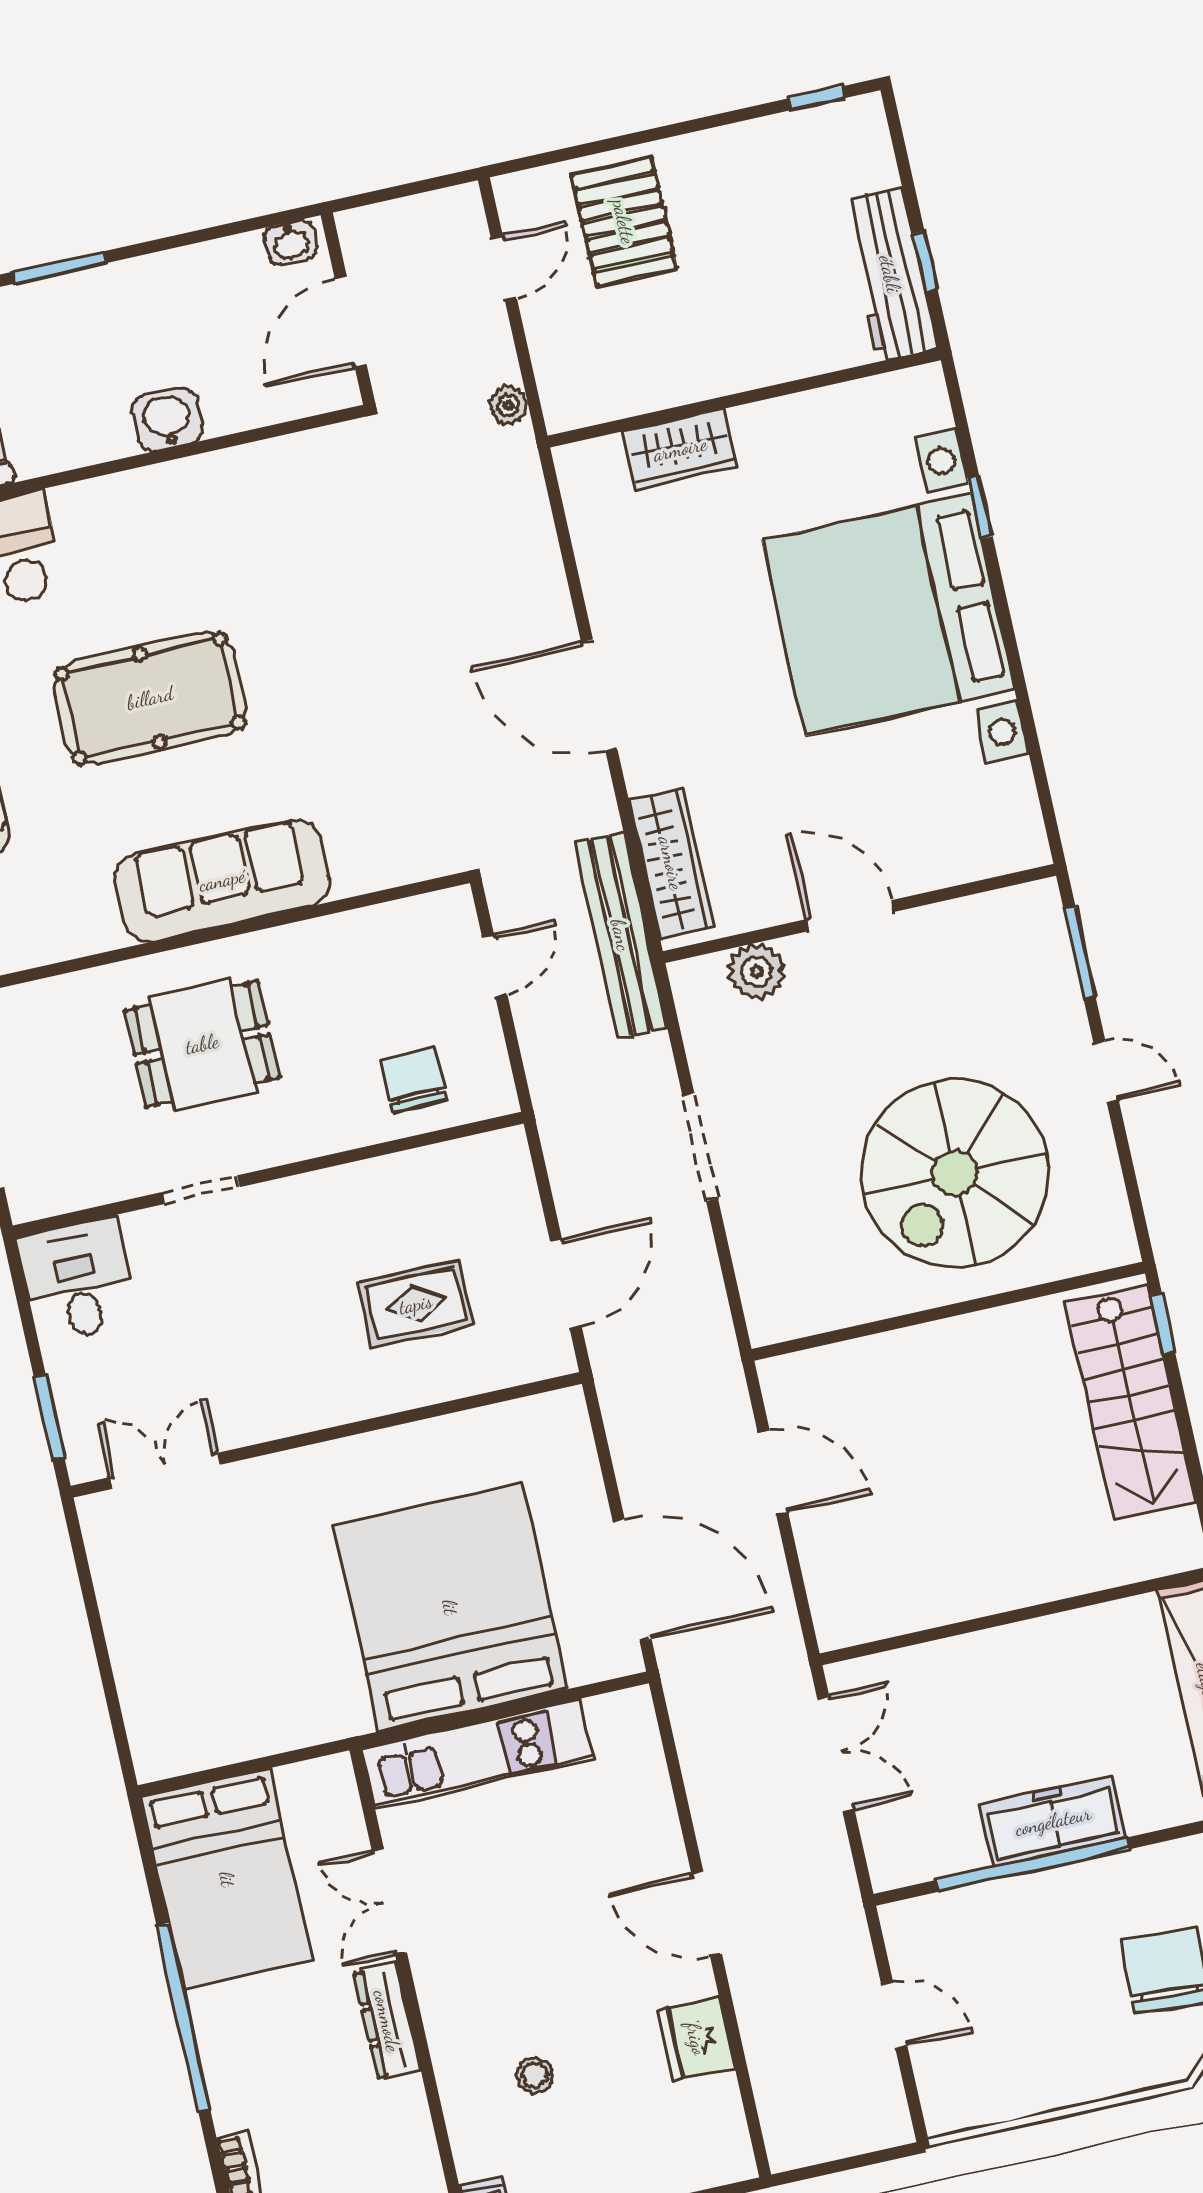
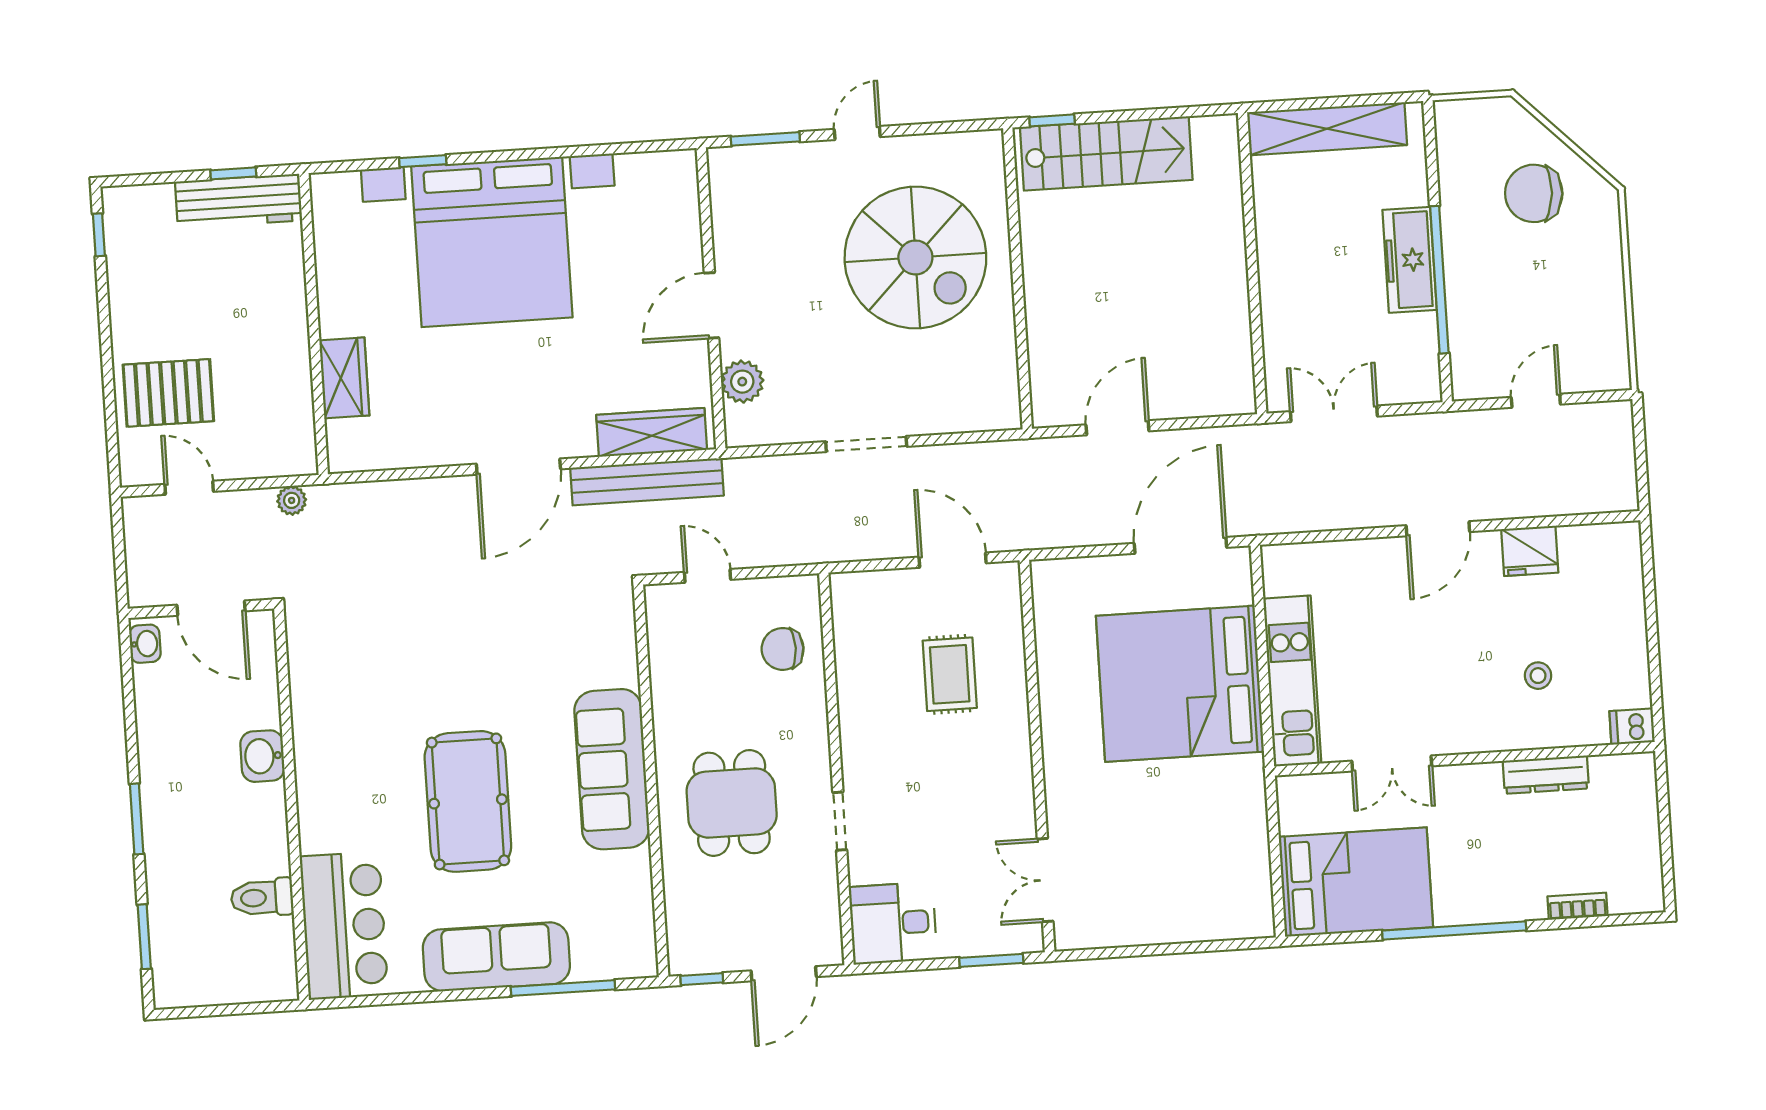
bench: (621, 935) -> (647, 482), moved
dresser: (387, 2021) -> (1546, 775), moved

